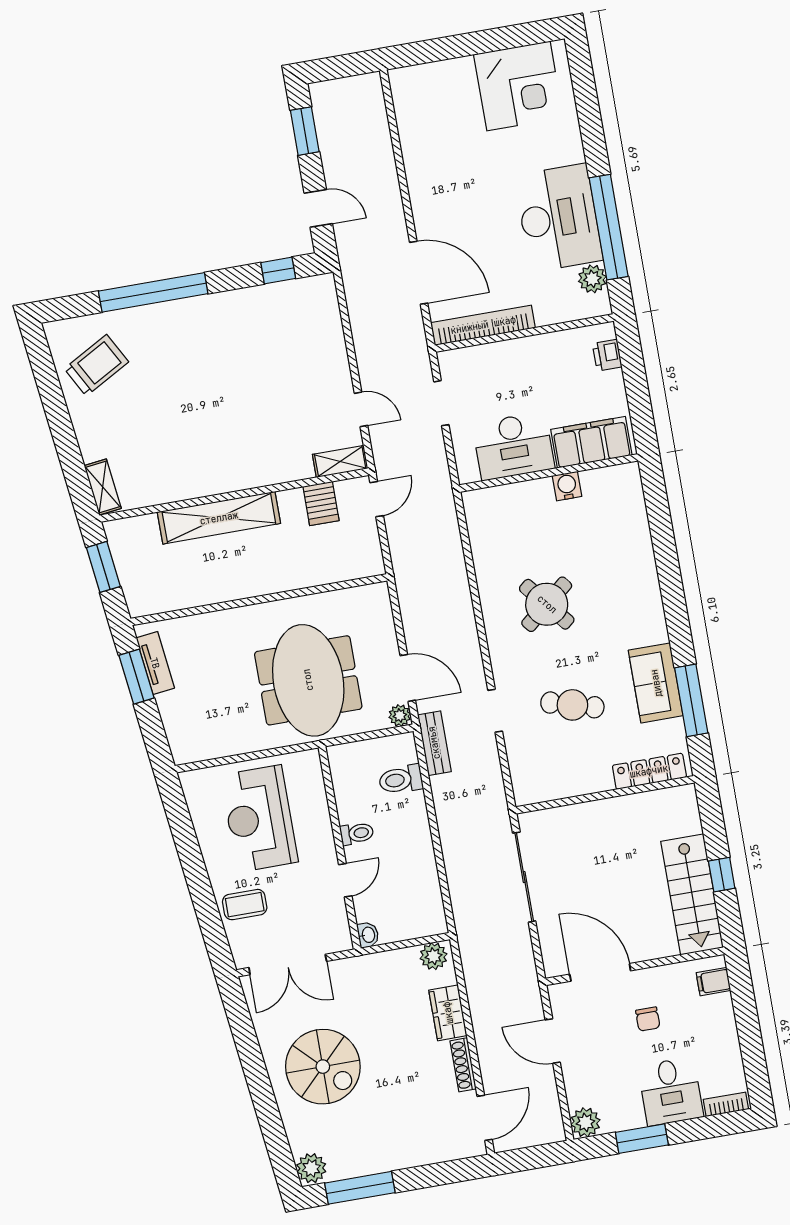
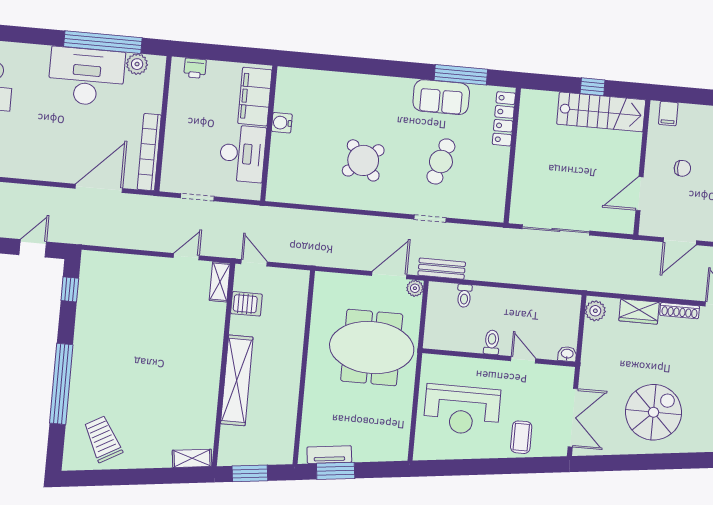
toilet: (401, 779) -> (464, 296), width x0.73, depth x0.72
door: (600, 972) -> (640, 194), width x0.73

